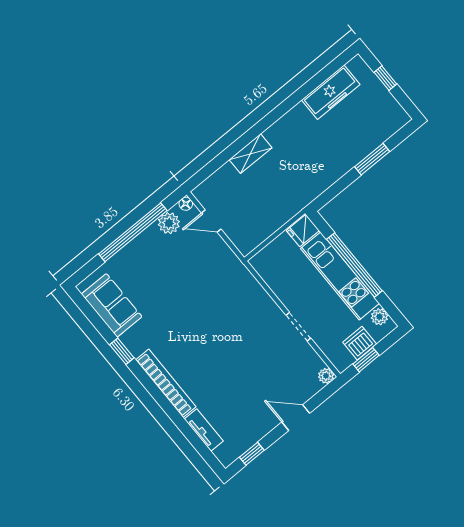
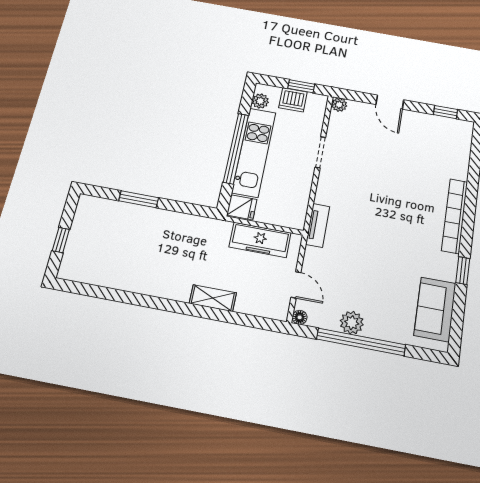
freezer: (331, 92) -> (260, 240), moved, turned 180
plant: (169, 223) -> (352, 323), moved
tv unit: (204, 430) -> (318, 225), moved, turned 180

